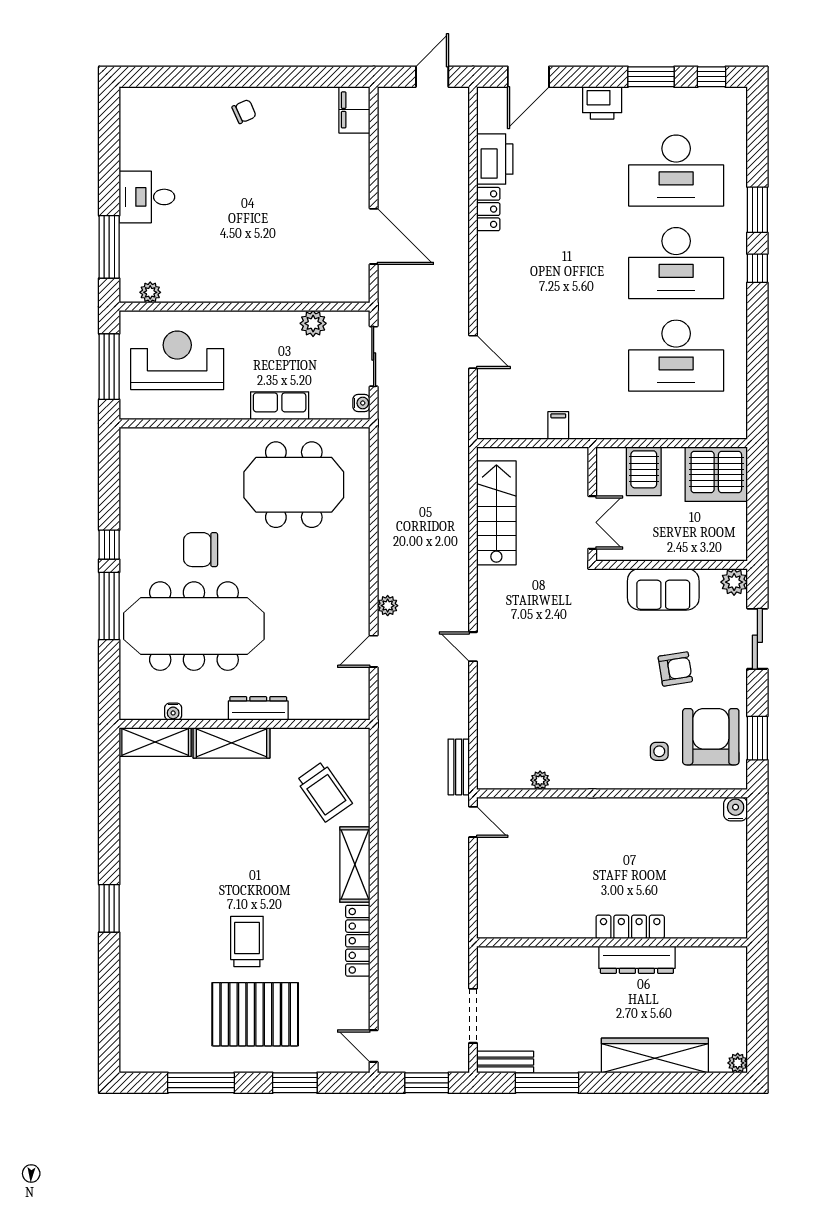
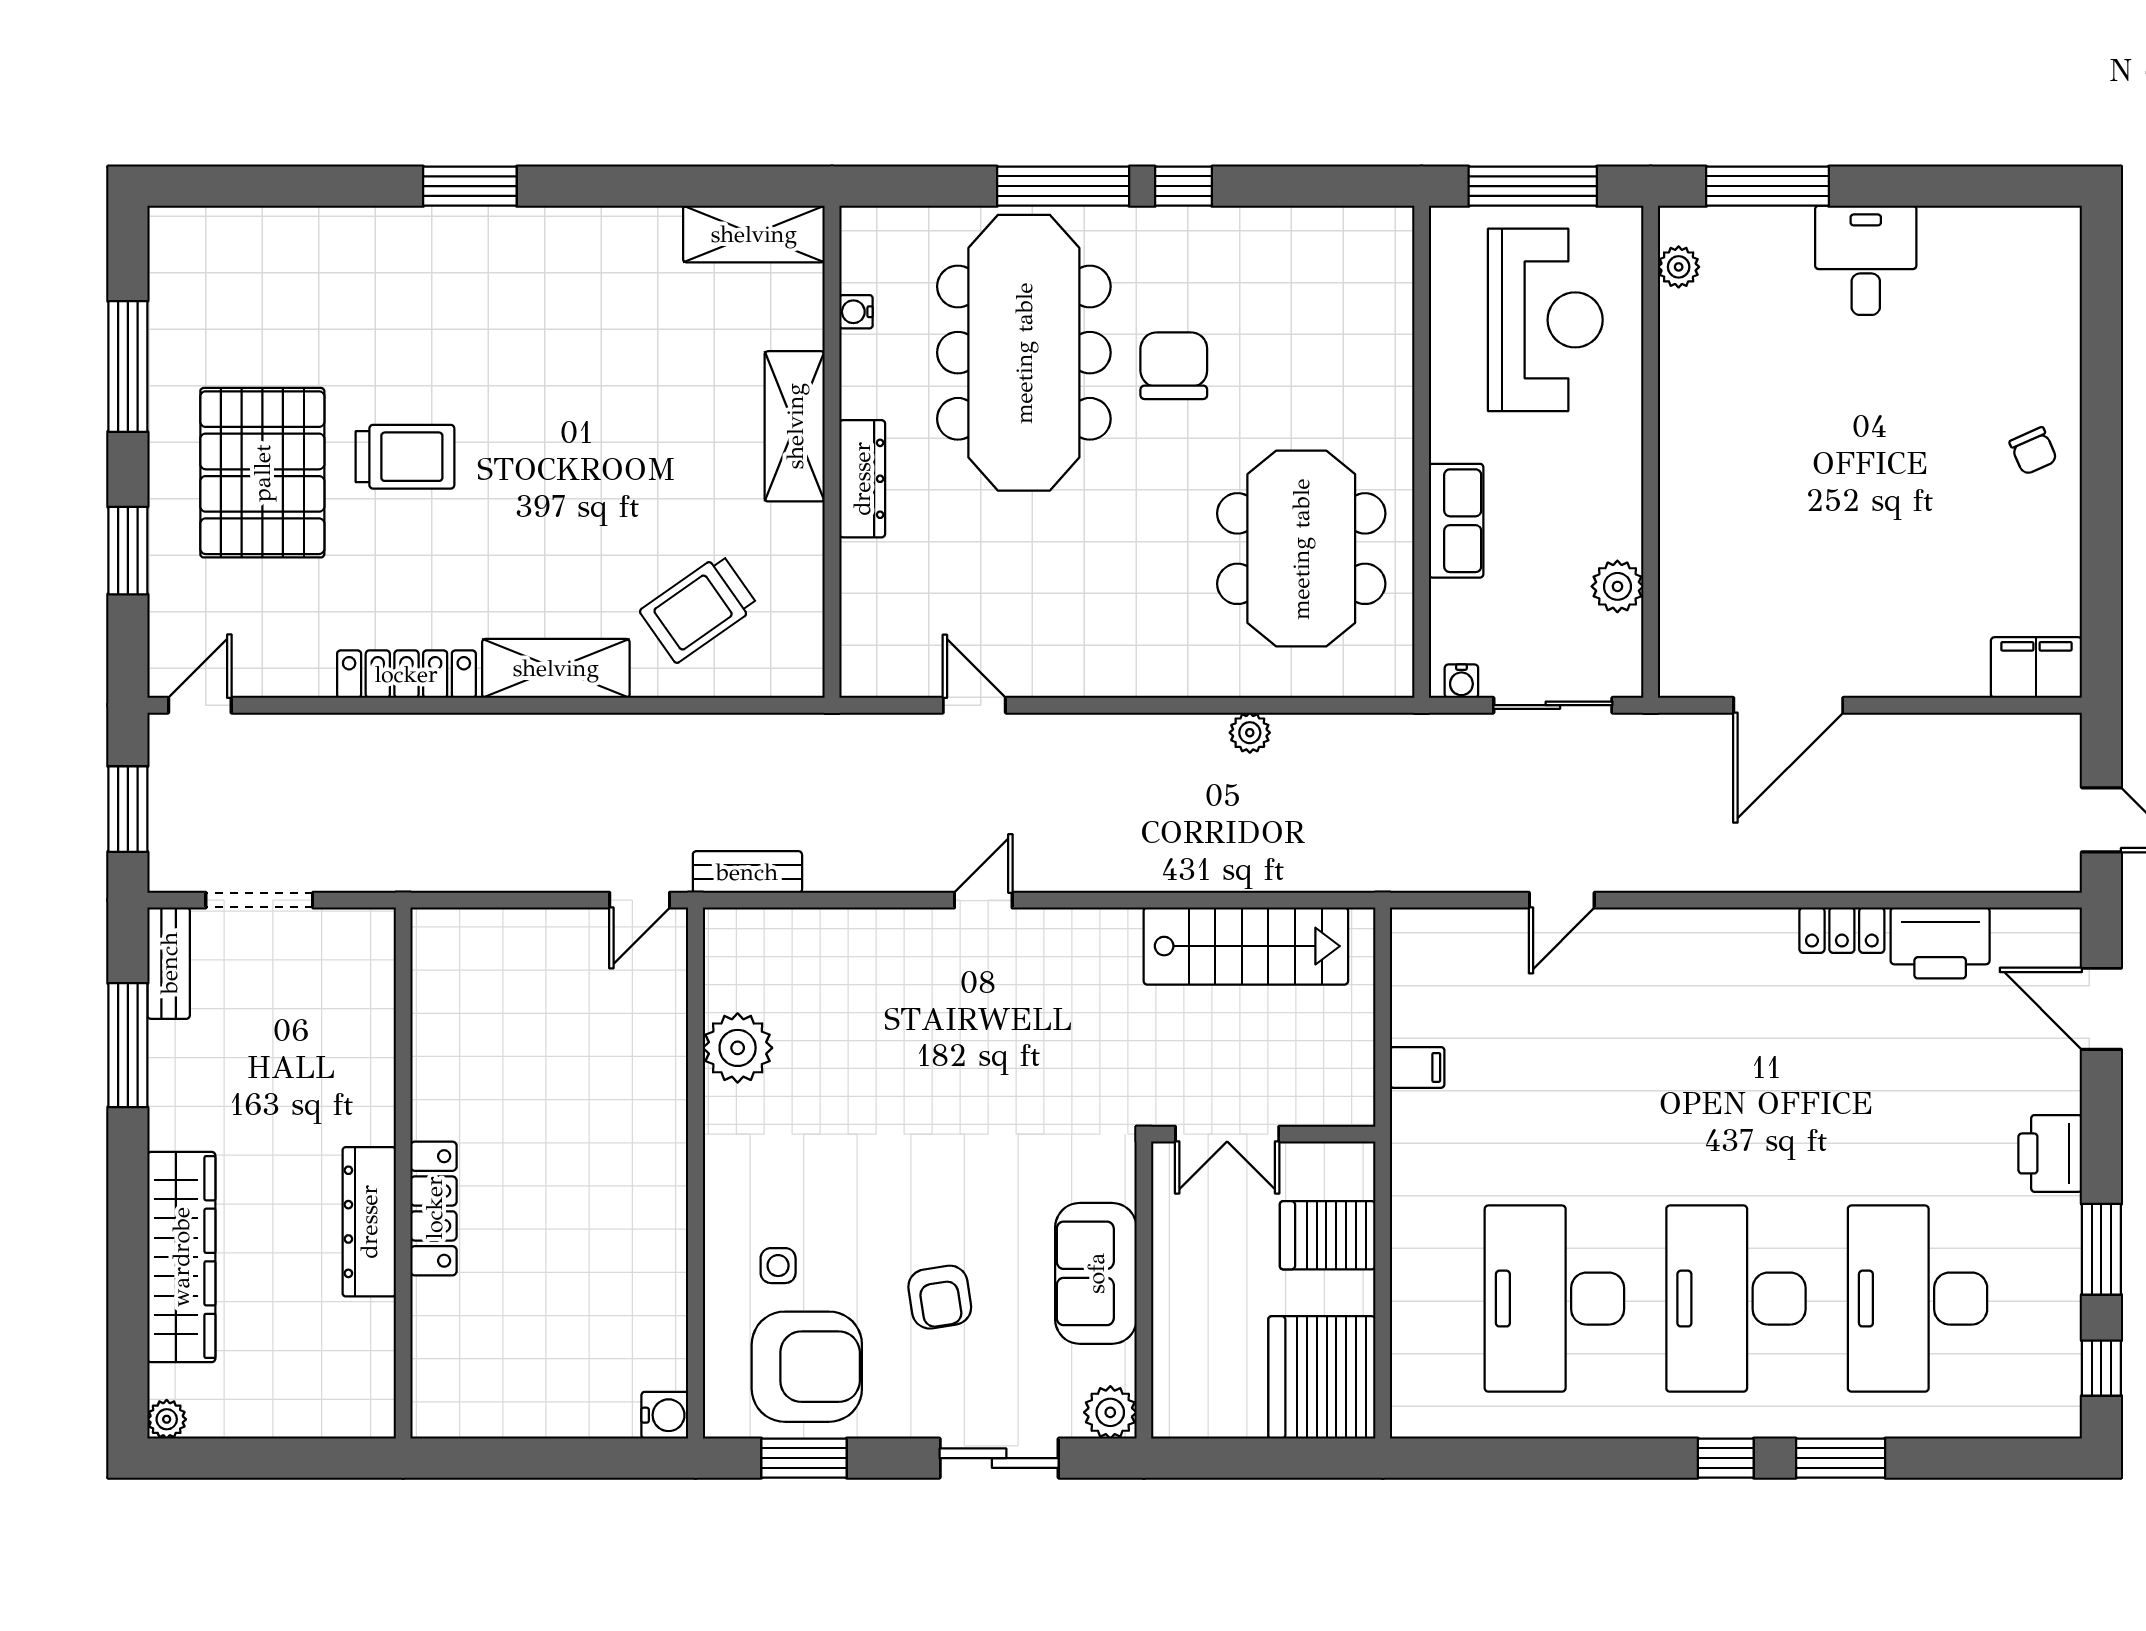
plant: (388, 606) -> (1250, 733), moved
shelving: (155, 742) -> (754, 234), moved, turned 90
plant: (540, 780) -> (738, 1048), width x1.88, depth x1.88

